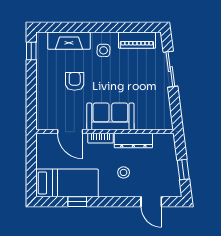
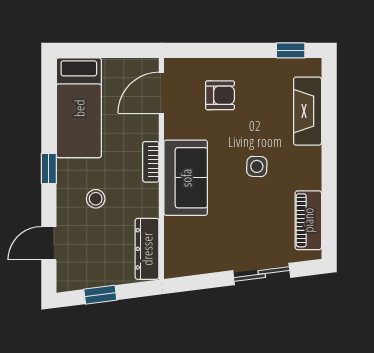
side table: (104, 50) -> (257, 166), moved
armchair: (75, 81) -> (220, 95), moved
door: (70, 132) -> (161, 93), moved
dresser: (133, 141) -> (147, 249), moved
window: (77, 202) -> (49, 168), moved

